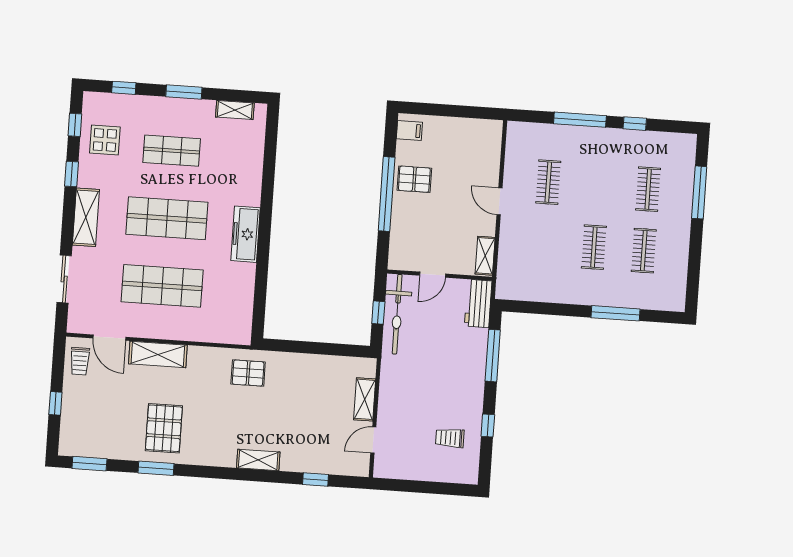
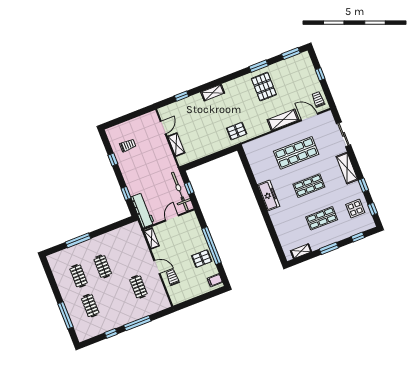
trolley: (481, 170) -> (172, 277), added
shop shelf: (167, 218) -> (309, 186), width x0.70, depth x0.74
workbench: (478, 303) -> (143, 210), width x1.38
window: (493, 356) -> (126, 193), width x0.46

